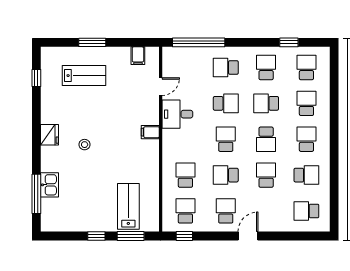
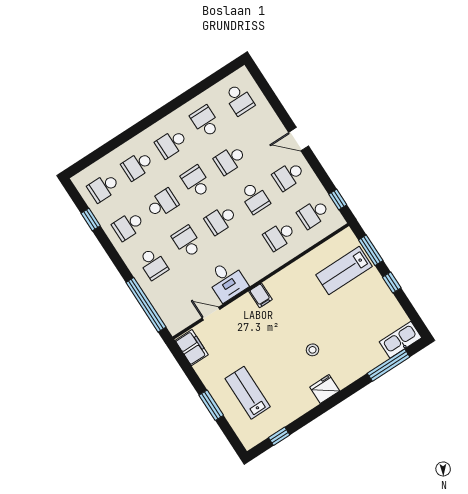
filing cabinet: (138, 56) -> (192, 348), width x2.00
school desk: (266, 103) -> (162, 204), turned -90
school desk: (266, 139) -> (196, 182), turned -90
kitchen sink: (50, 185) -> (400, 340), moved, width x1.38

